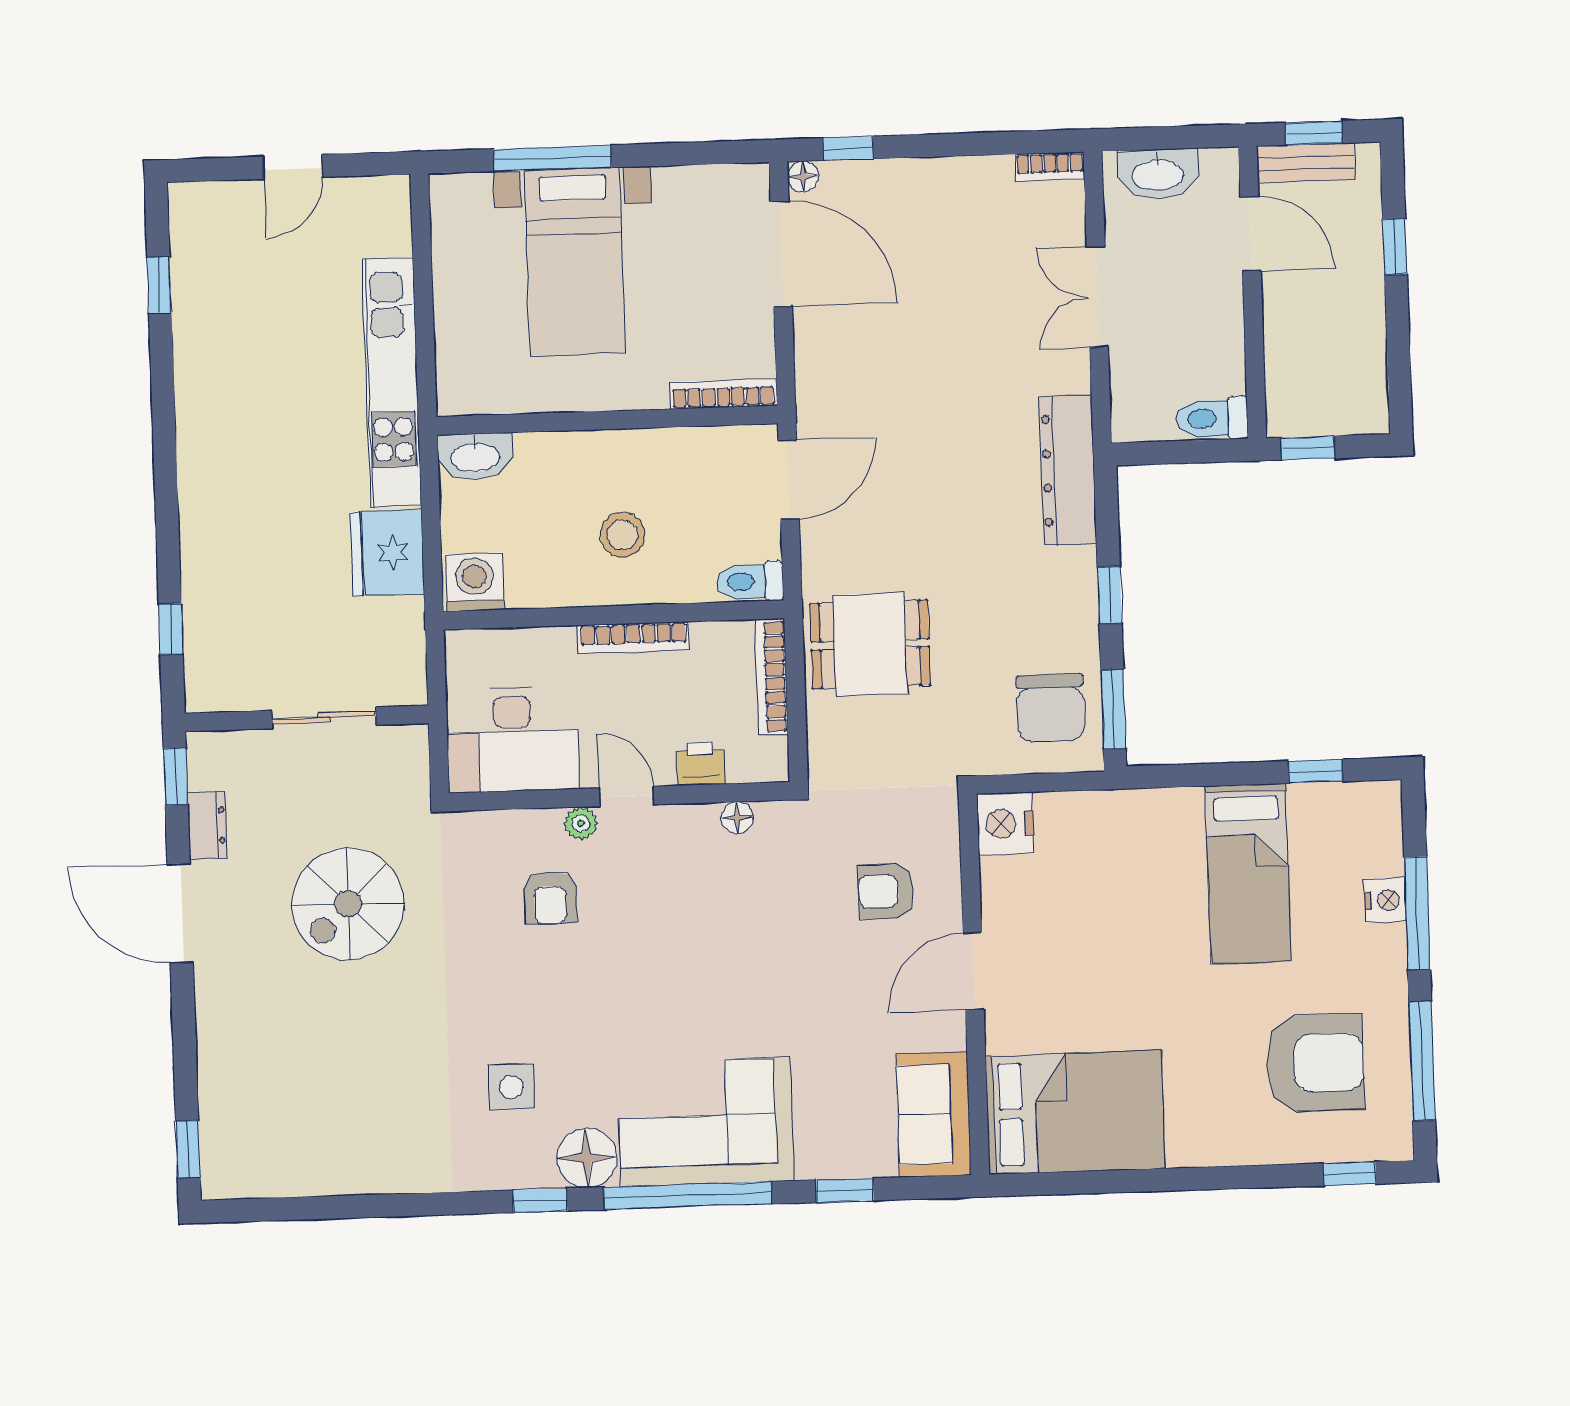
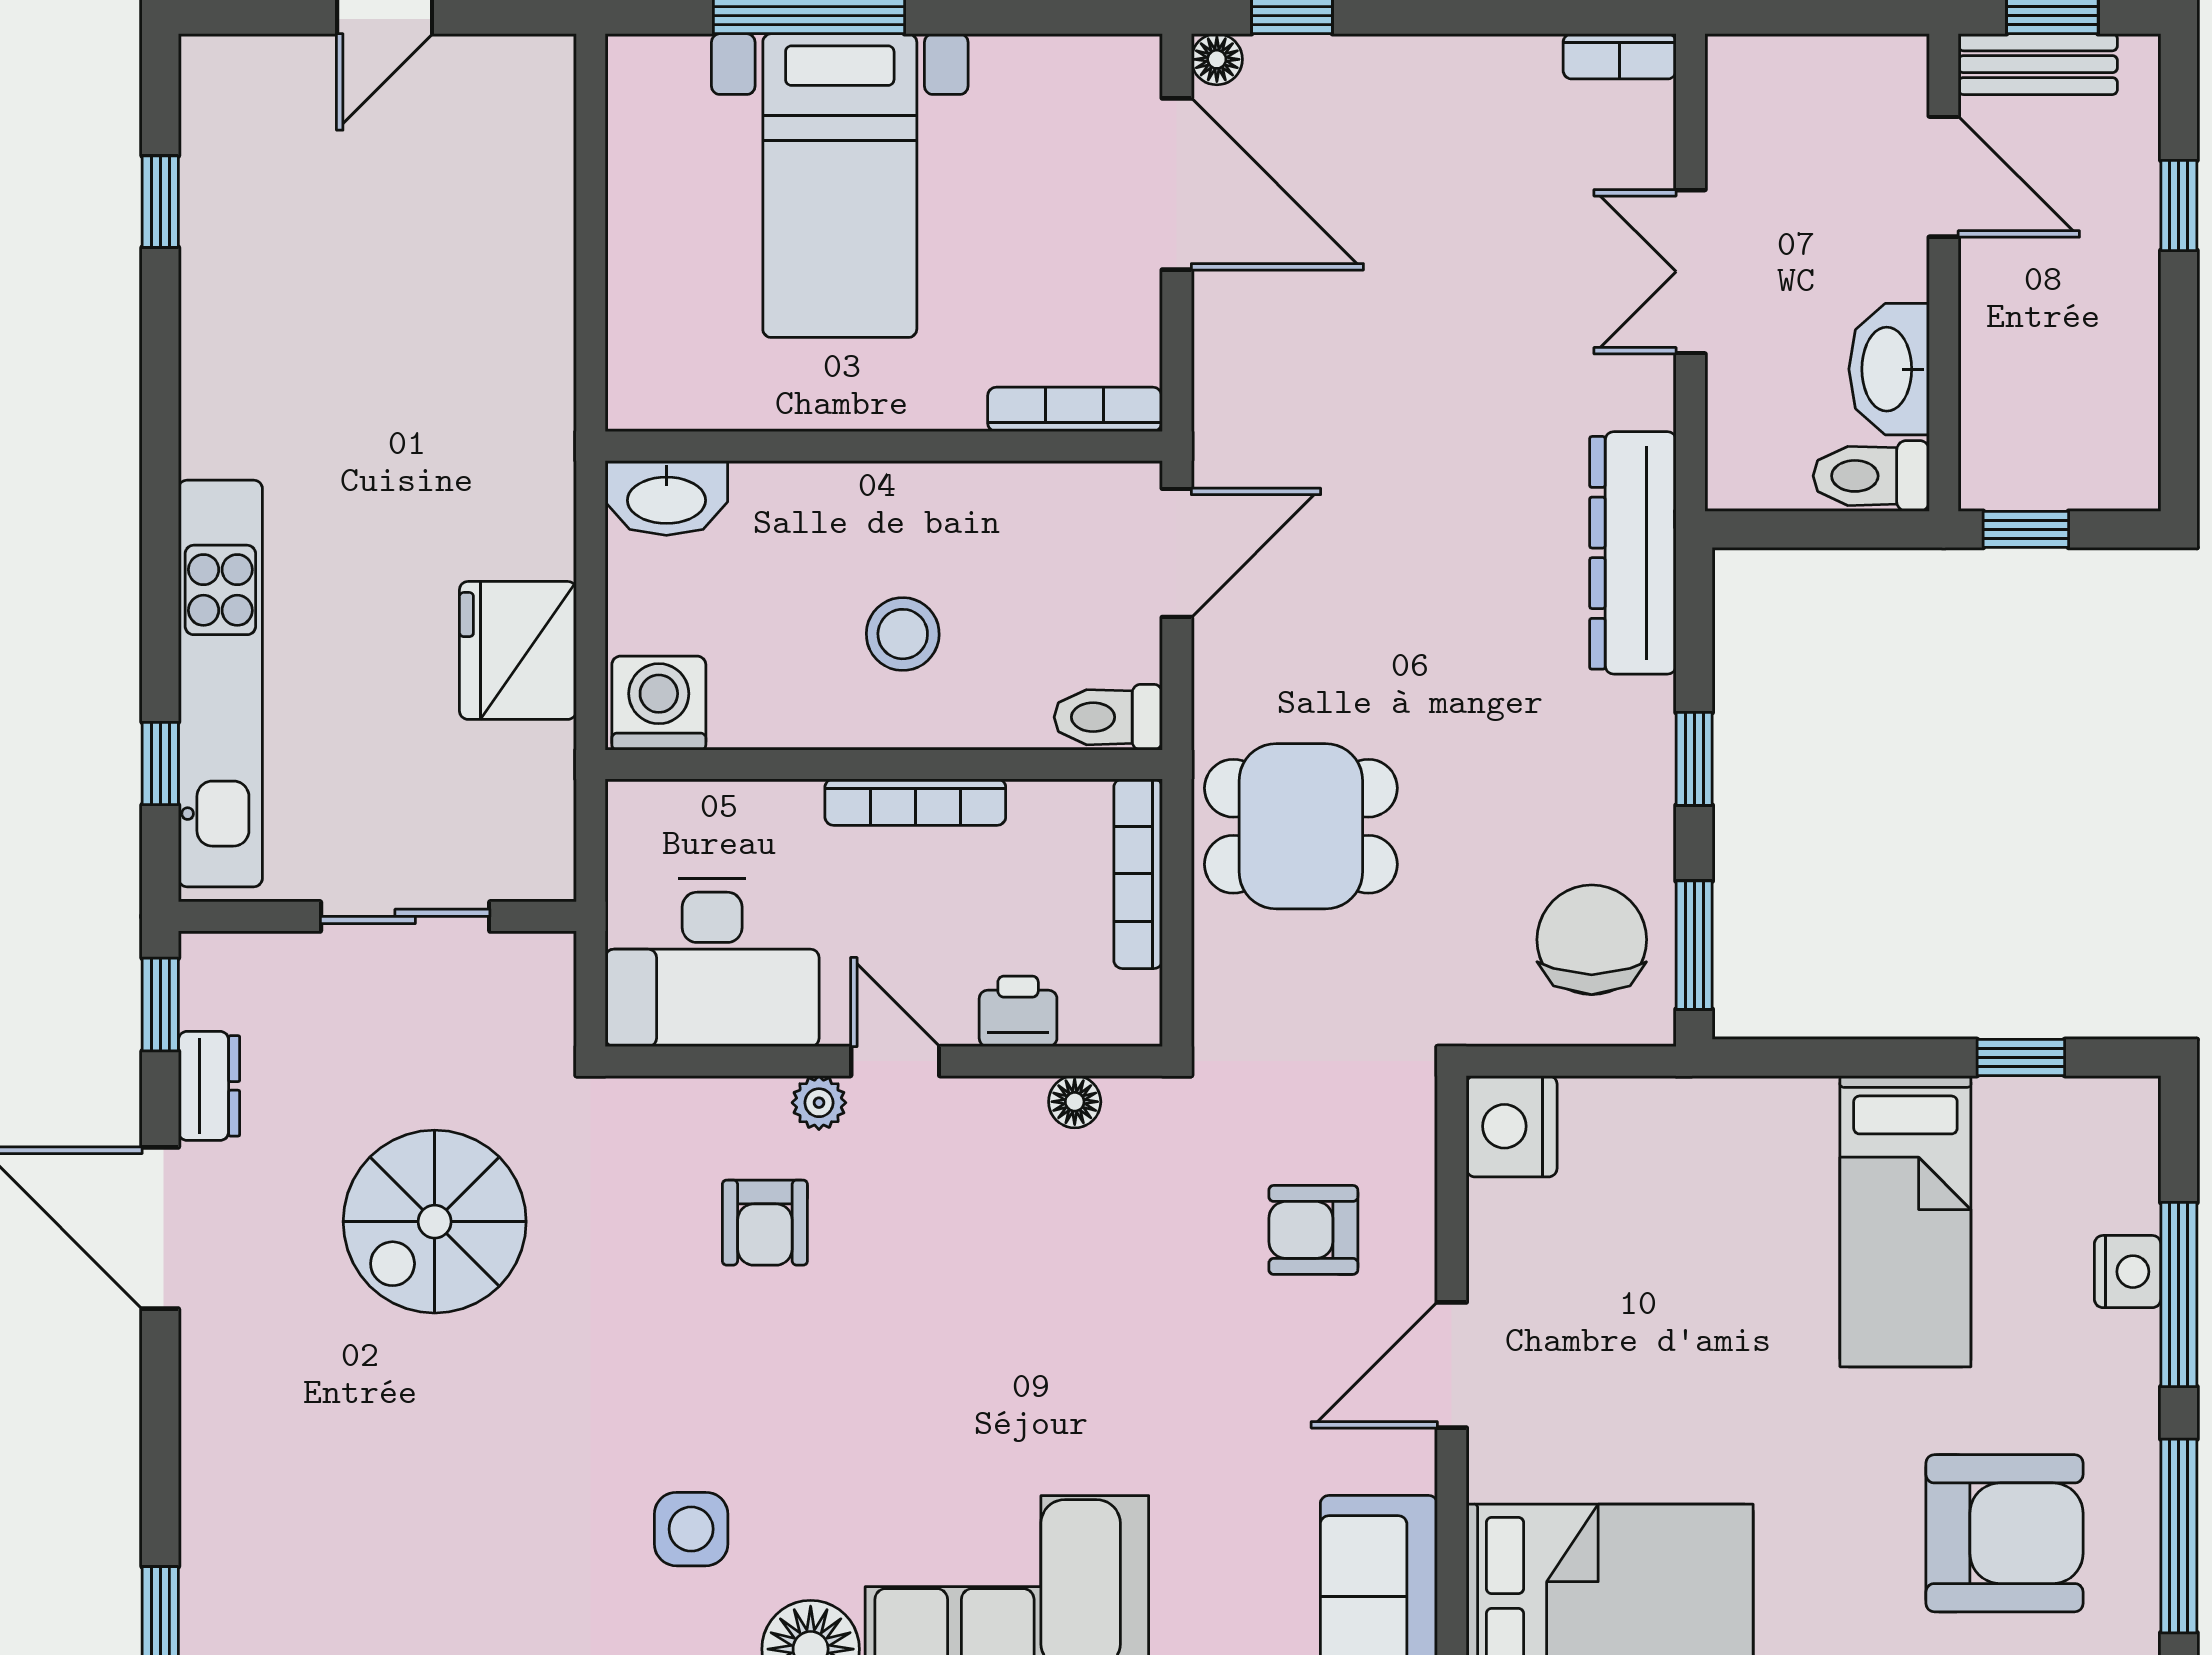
washbasin: (1158, 174) -> (1889, 369), moved, turned 90
kitchen unit: (392, 382) -> (220, 683), moved, turned 180
chair: (1050, 708) -> (1592, 940), turned 180

